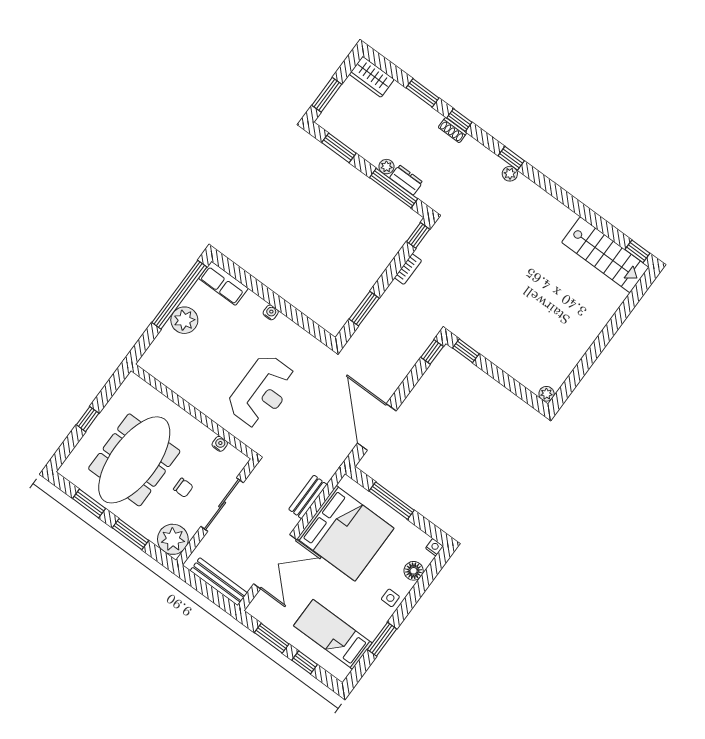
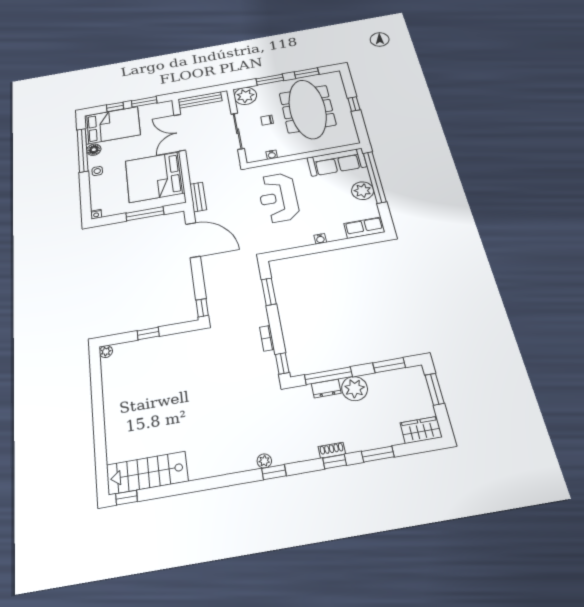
plant: (386, 167) -> (355, 389), width x1.88, depth x1.88
window: (179, 295) -> (375, 177), moved
window: (466, 351) -> (148, 334), moved
sofa: (173, 373) -> (337, 162), added
bench: (308, 497) -> (198, 197), moved
floor lamp: (414, 571) -> (94, 150), moved
bed: (333, 634) -> (112, 125), width x1.50
window: (382, 639) -> (83, 150), width x2.11

